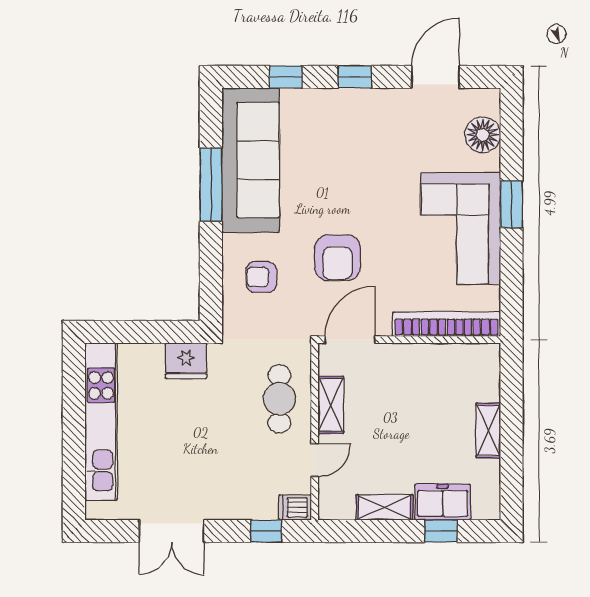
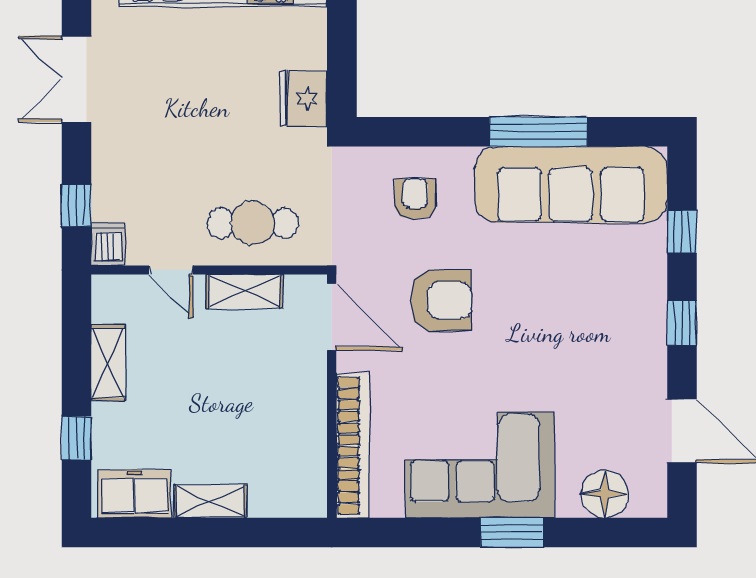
armchair: (338, 258) -> (441, 300), turned 180
freezer: (443, 502) -> (134, 494), moved, turned -90

